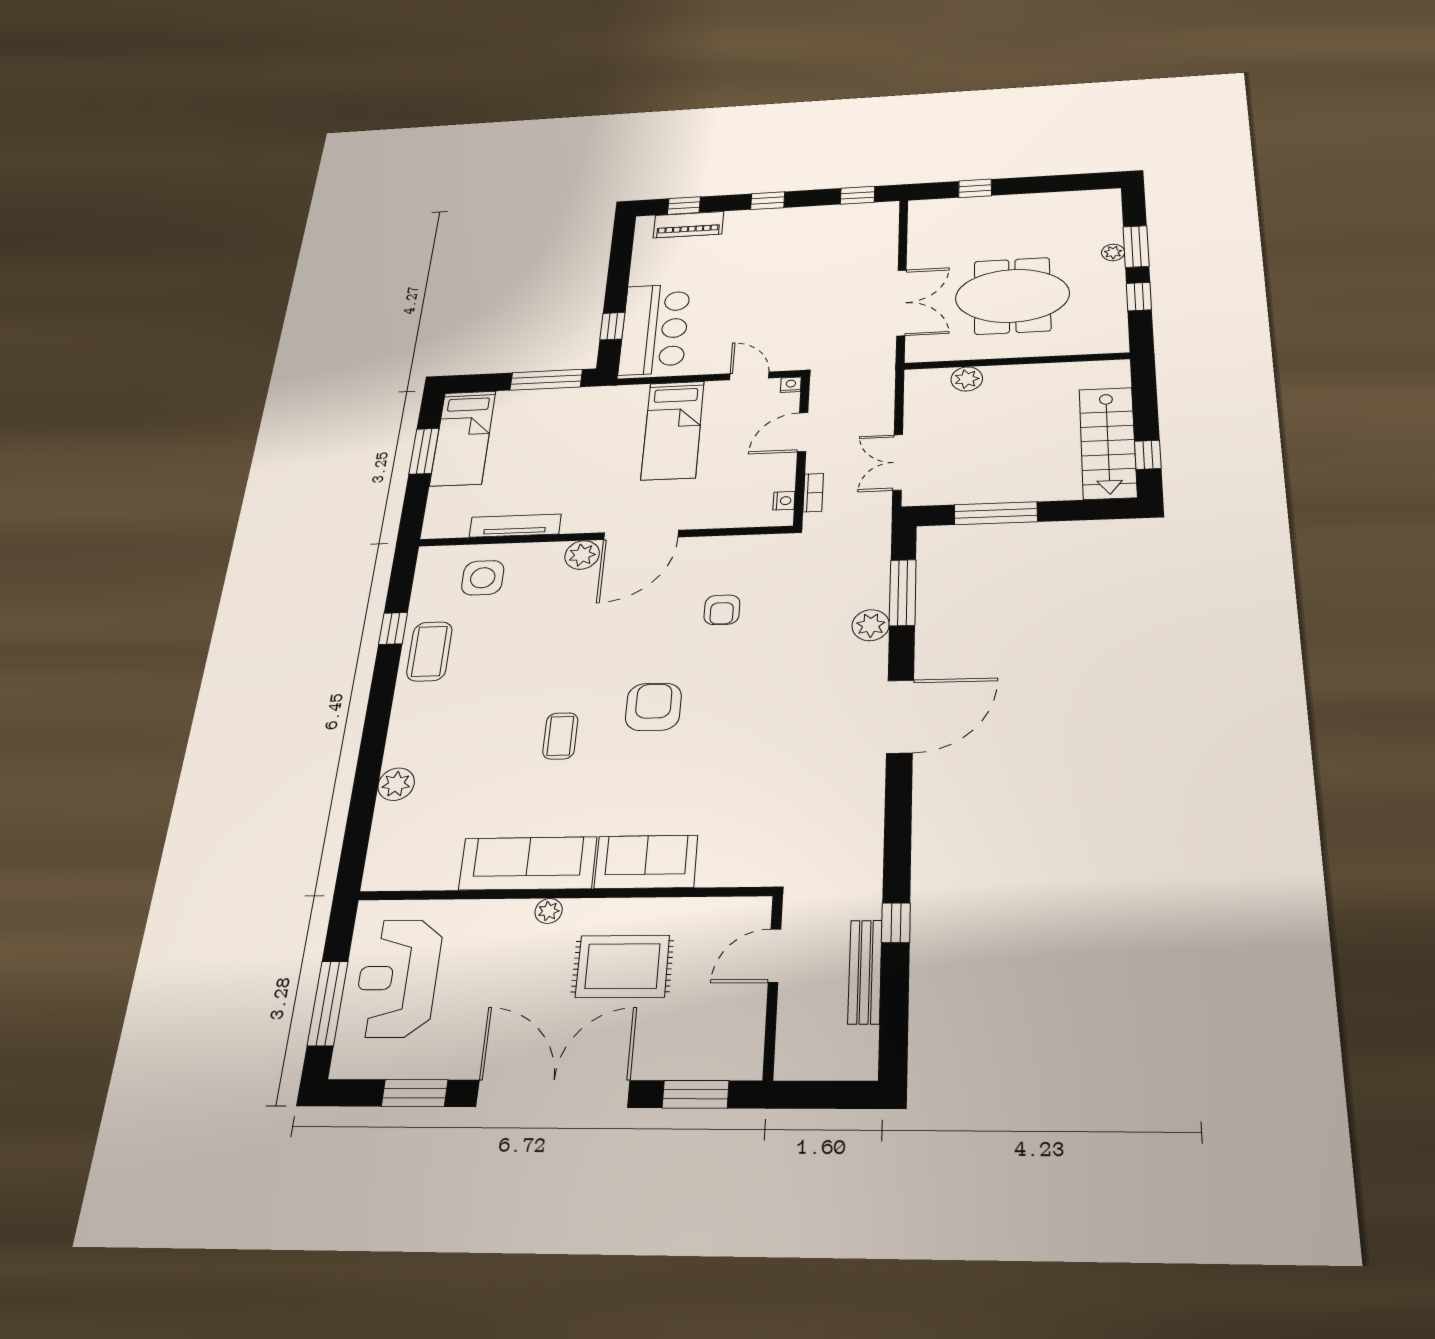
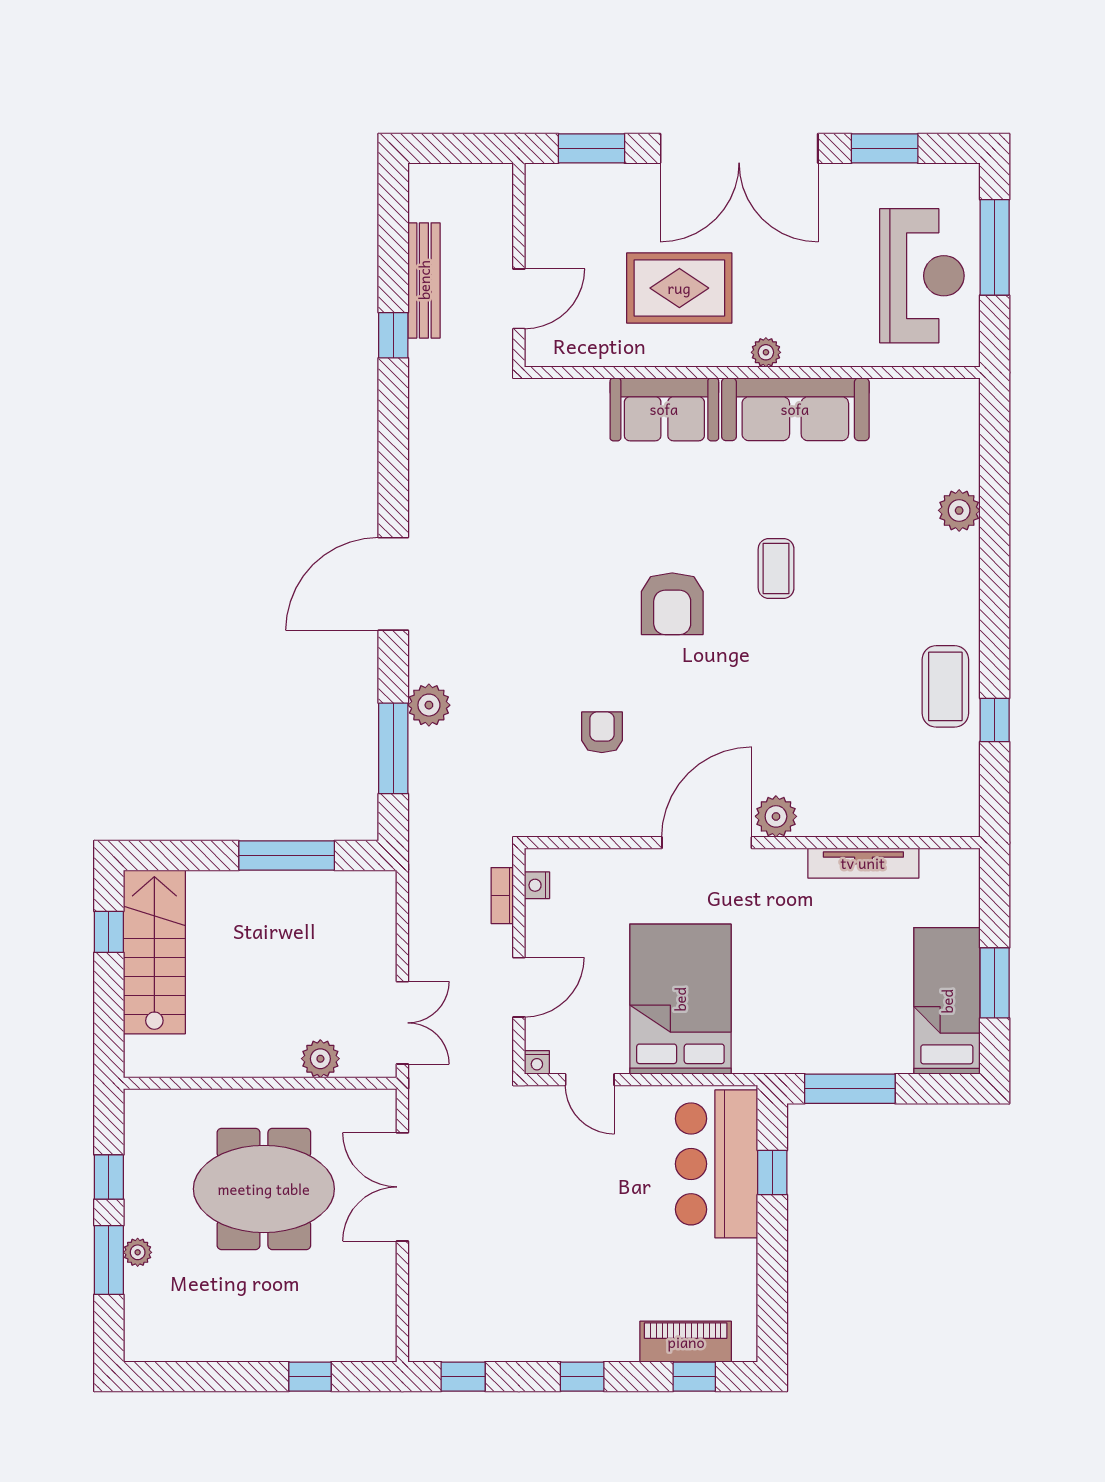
bed: (673, 430) -> (680, 999), width x1.50
double door: (898, 462) -> (402, 1023), moved
side table: (483, 578) -> (894, 788), removed

